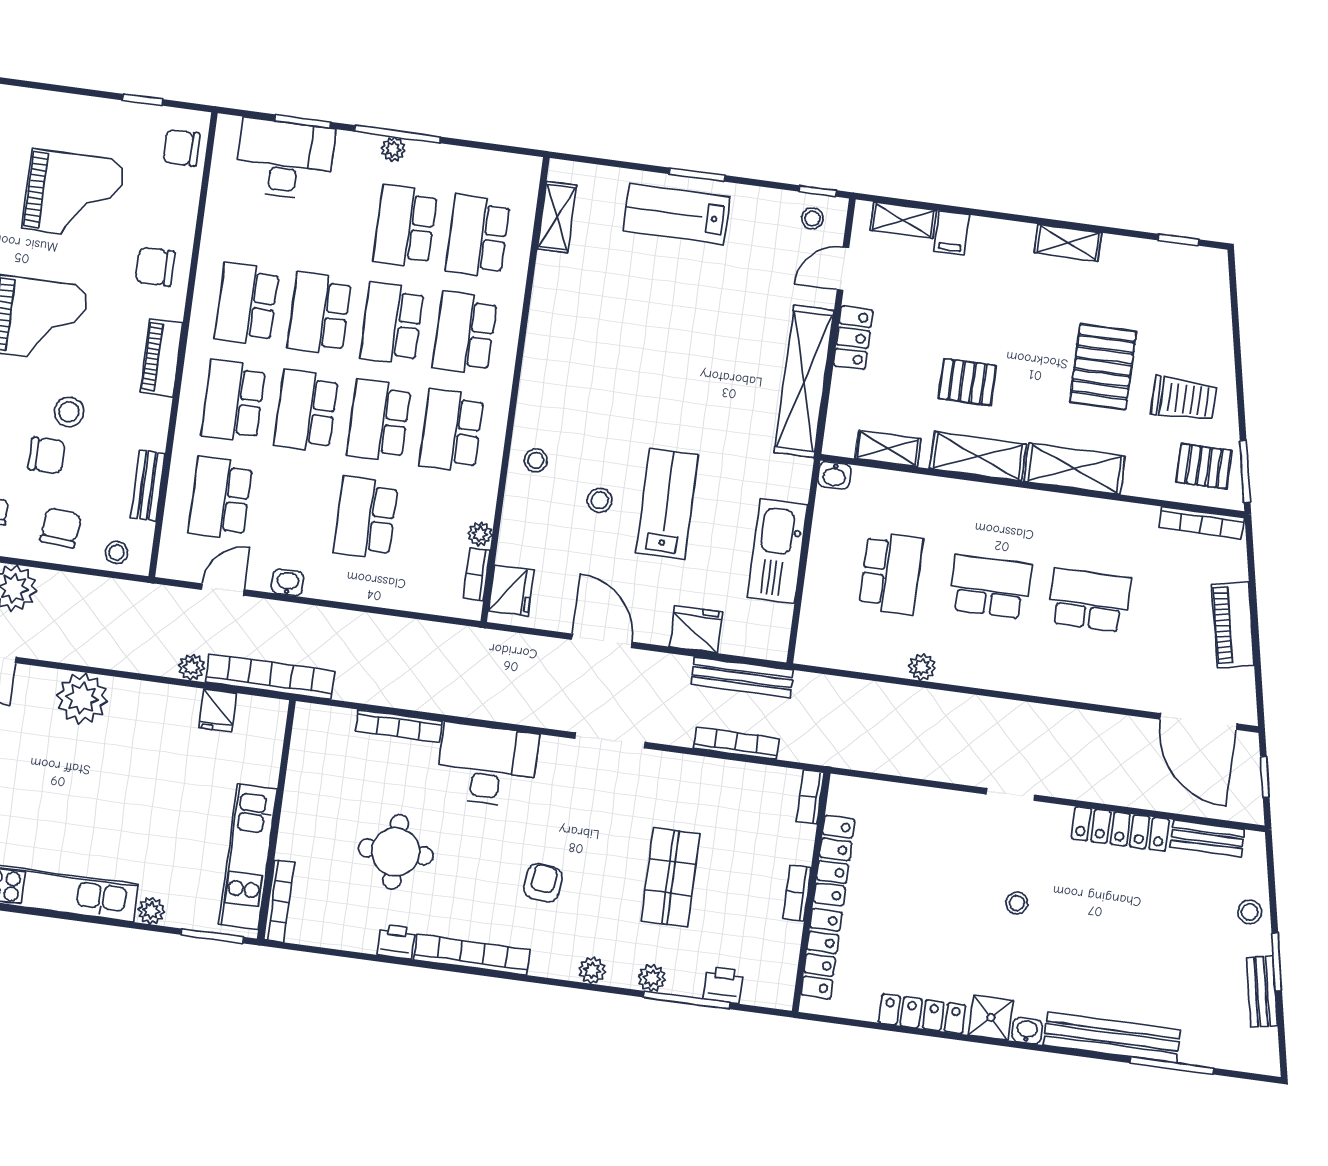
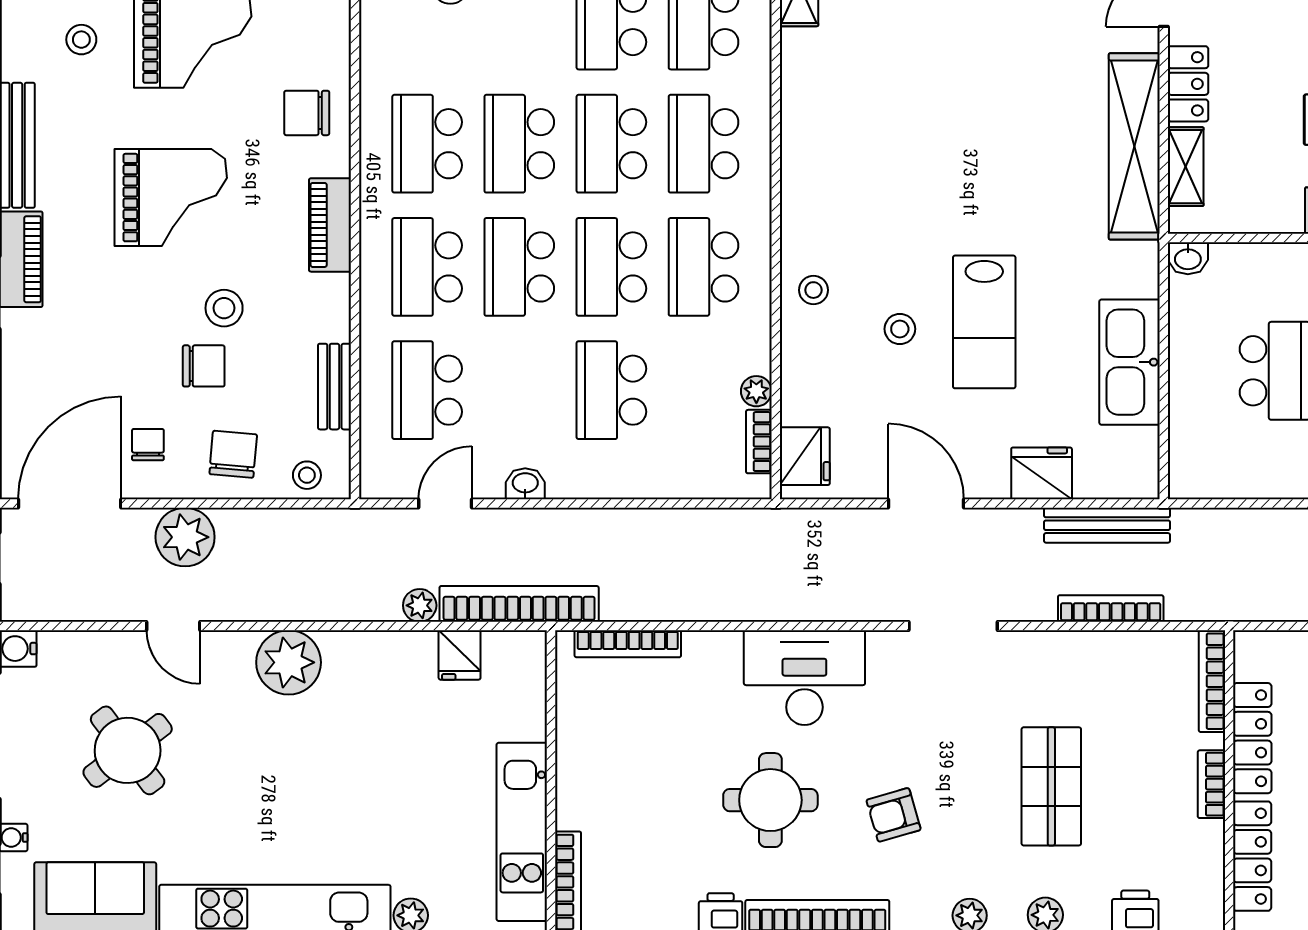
shelving: (888, 449) -> (1186, 167), moved, turned 90
lab bench: (667, 504) -> (984, 322), turned 180
bookcase: (399, 726) -> (628, 644), moved
bookcase: (810, 797) -> (1212, 681), width x1.56
round table: (396, 852) -> (770, 800), moved
armchair: (543, 883) -> (894, 815), turned -113

